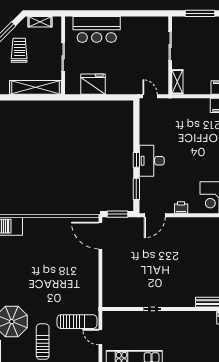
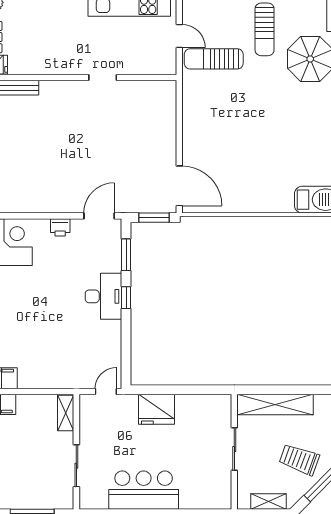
bar counter: (97, 29) -> (144, 490), moved
trolley: (19, 50) -> (299, 459), turned 110
fridge: (93, 84) -> (157, 409), moved
door: (150, 96) -> (106, 392), swing flipped

